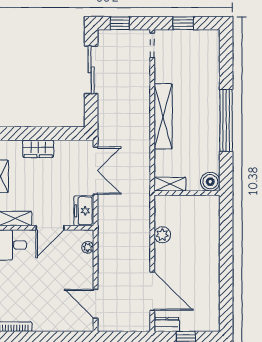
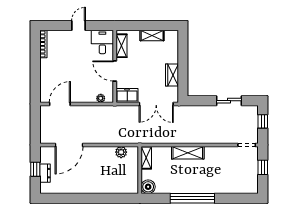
sliding door: (91, 70) -> (229, 101), width x0.73
shelving: (163, 116) -> (188, 153), width x0.68
wardrobe: (38, 149) -> (172, 75), moved
plant: (162, 235) -> (121, 152), moved
dresser: (167, 324) -> (45, 173), moved

